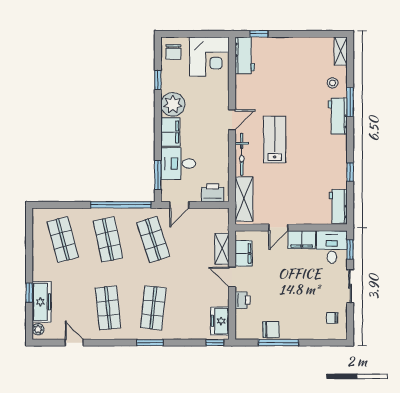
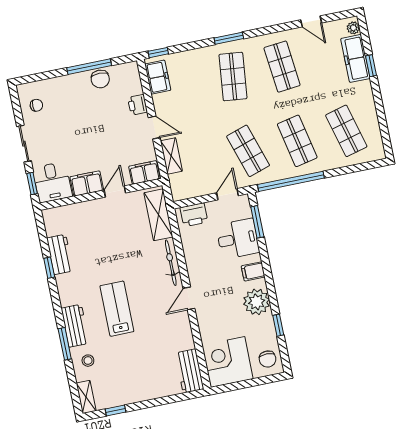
window: (259, 34) -> (115, 410), moved
chair: (173, 52) -> (268, 359), turned 180
filing cabinet: (170, 132) -> (253, 271), width x0.50
lab bench: (275, 140) -> (117, 309), moved, turned 180
workbench: (338, 206) -> (60, 254), moved
filing cabinet: (244, 253) -> (144, 172), moved, turned 90
chair: (271, 330) -> (100, 79), turned -90

